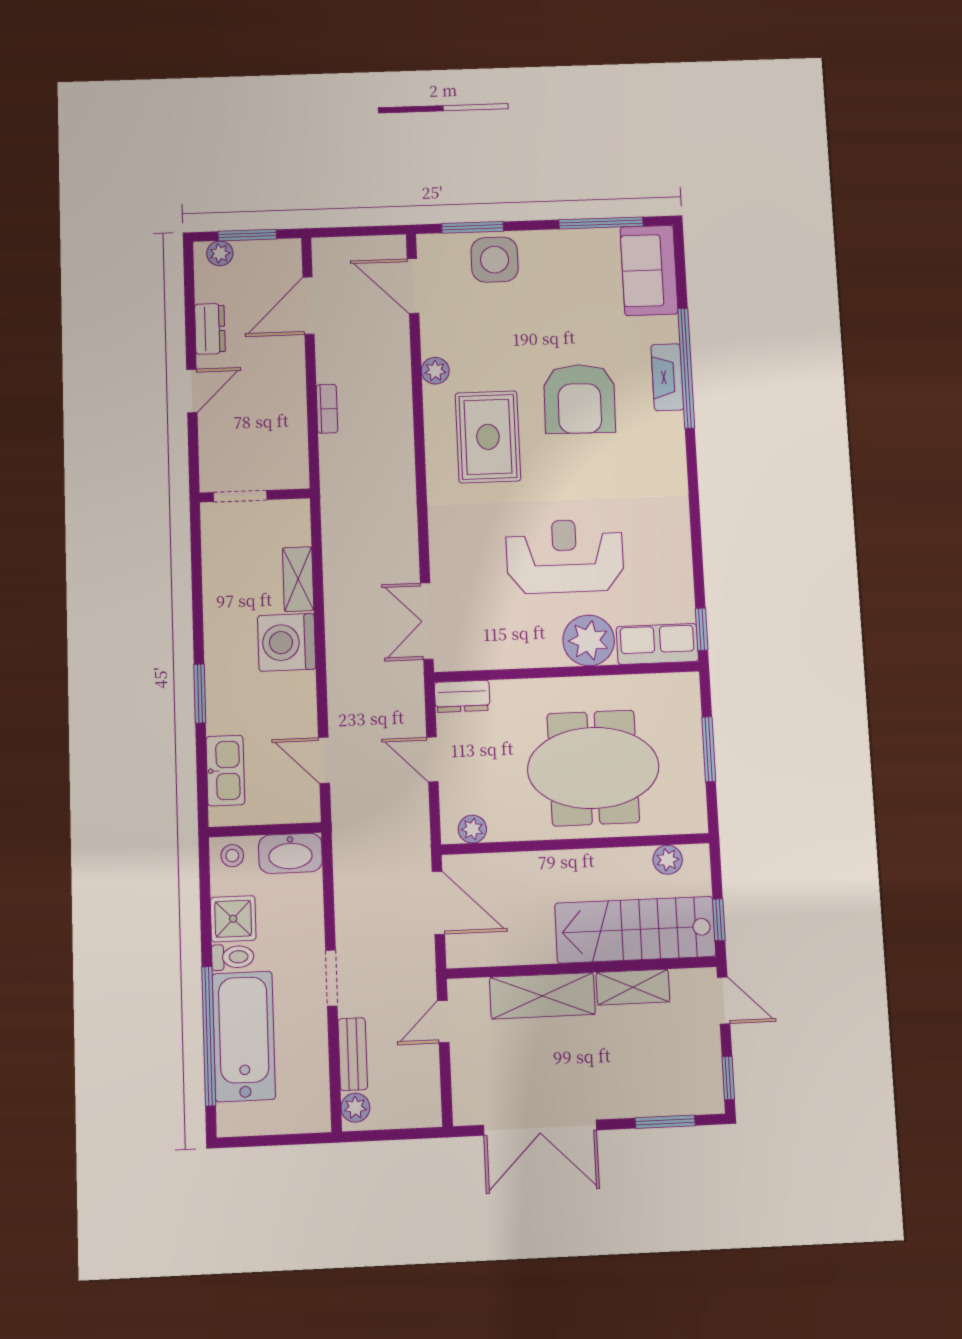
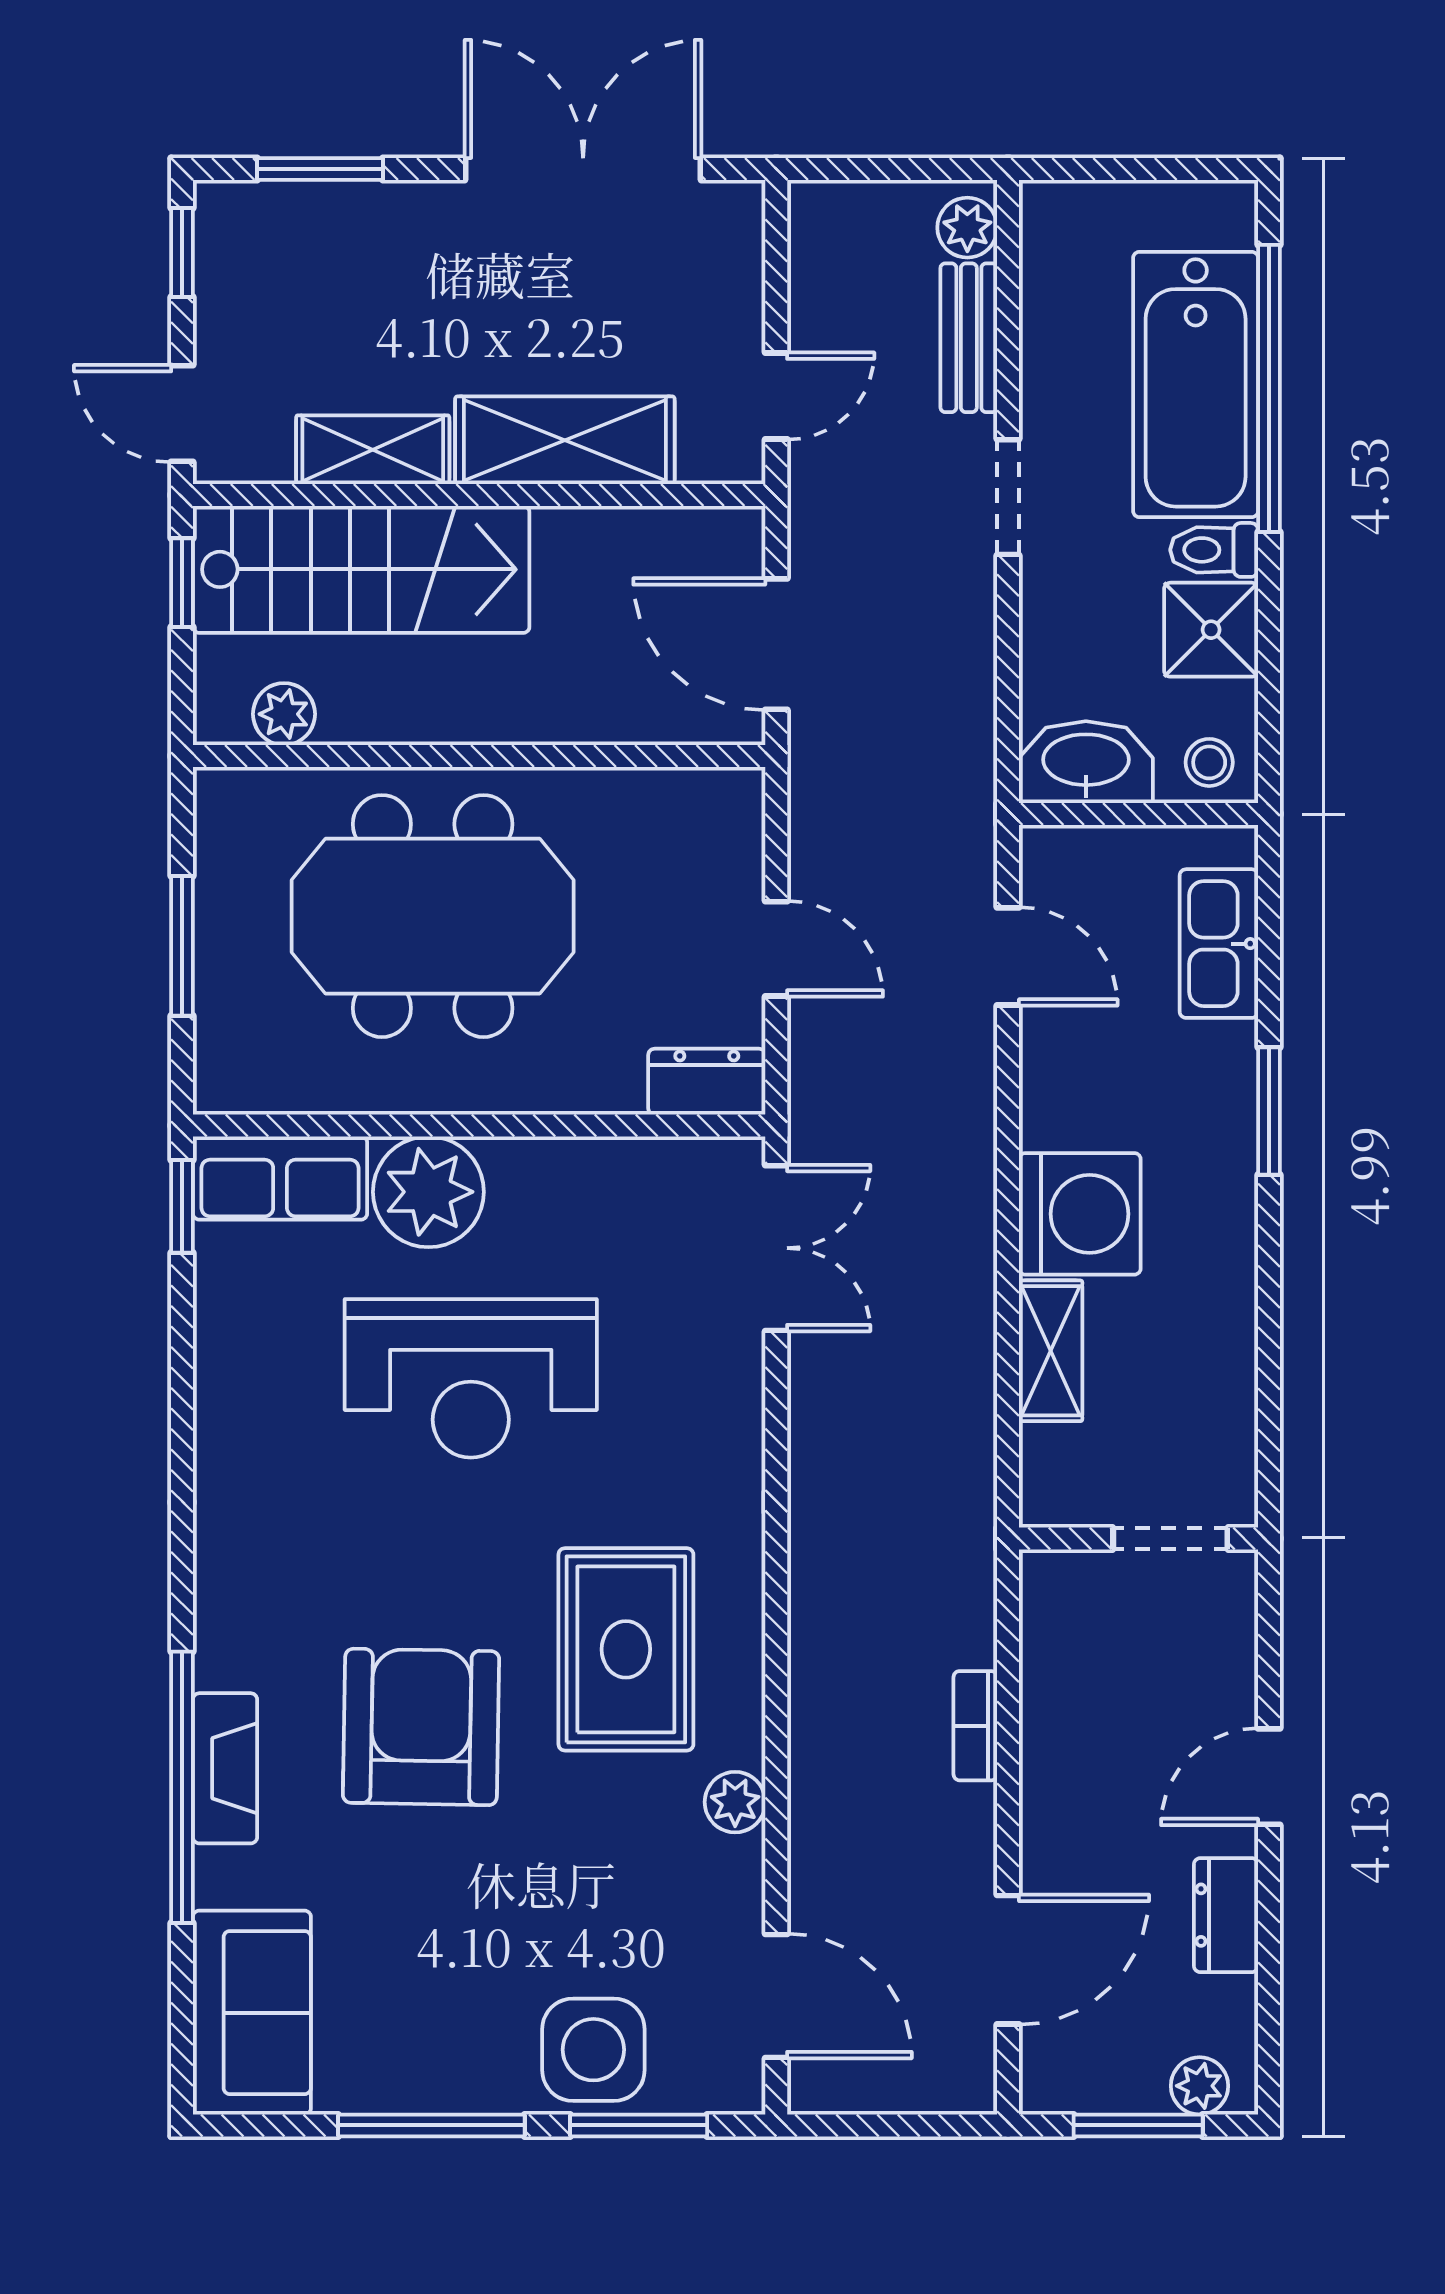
window: (601, 223) -> (431, 2125), moved
plant: (472, 829) -> (697, 797), removed

